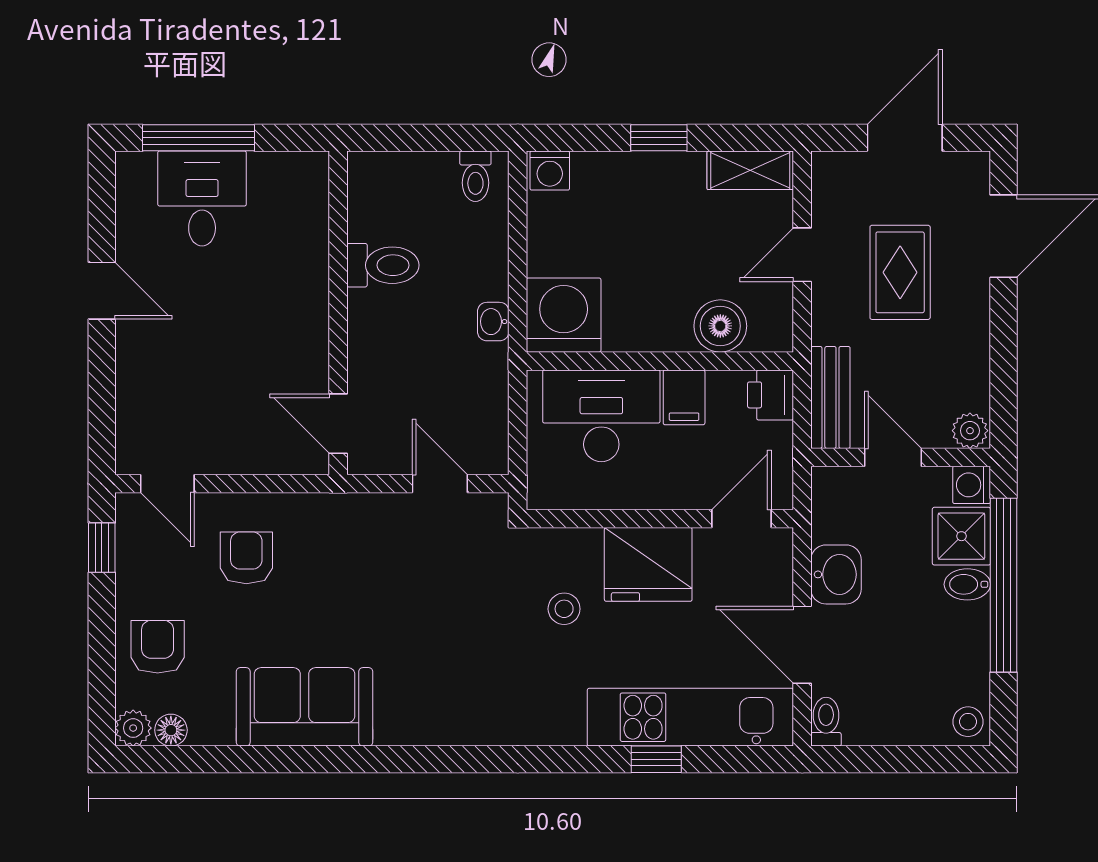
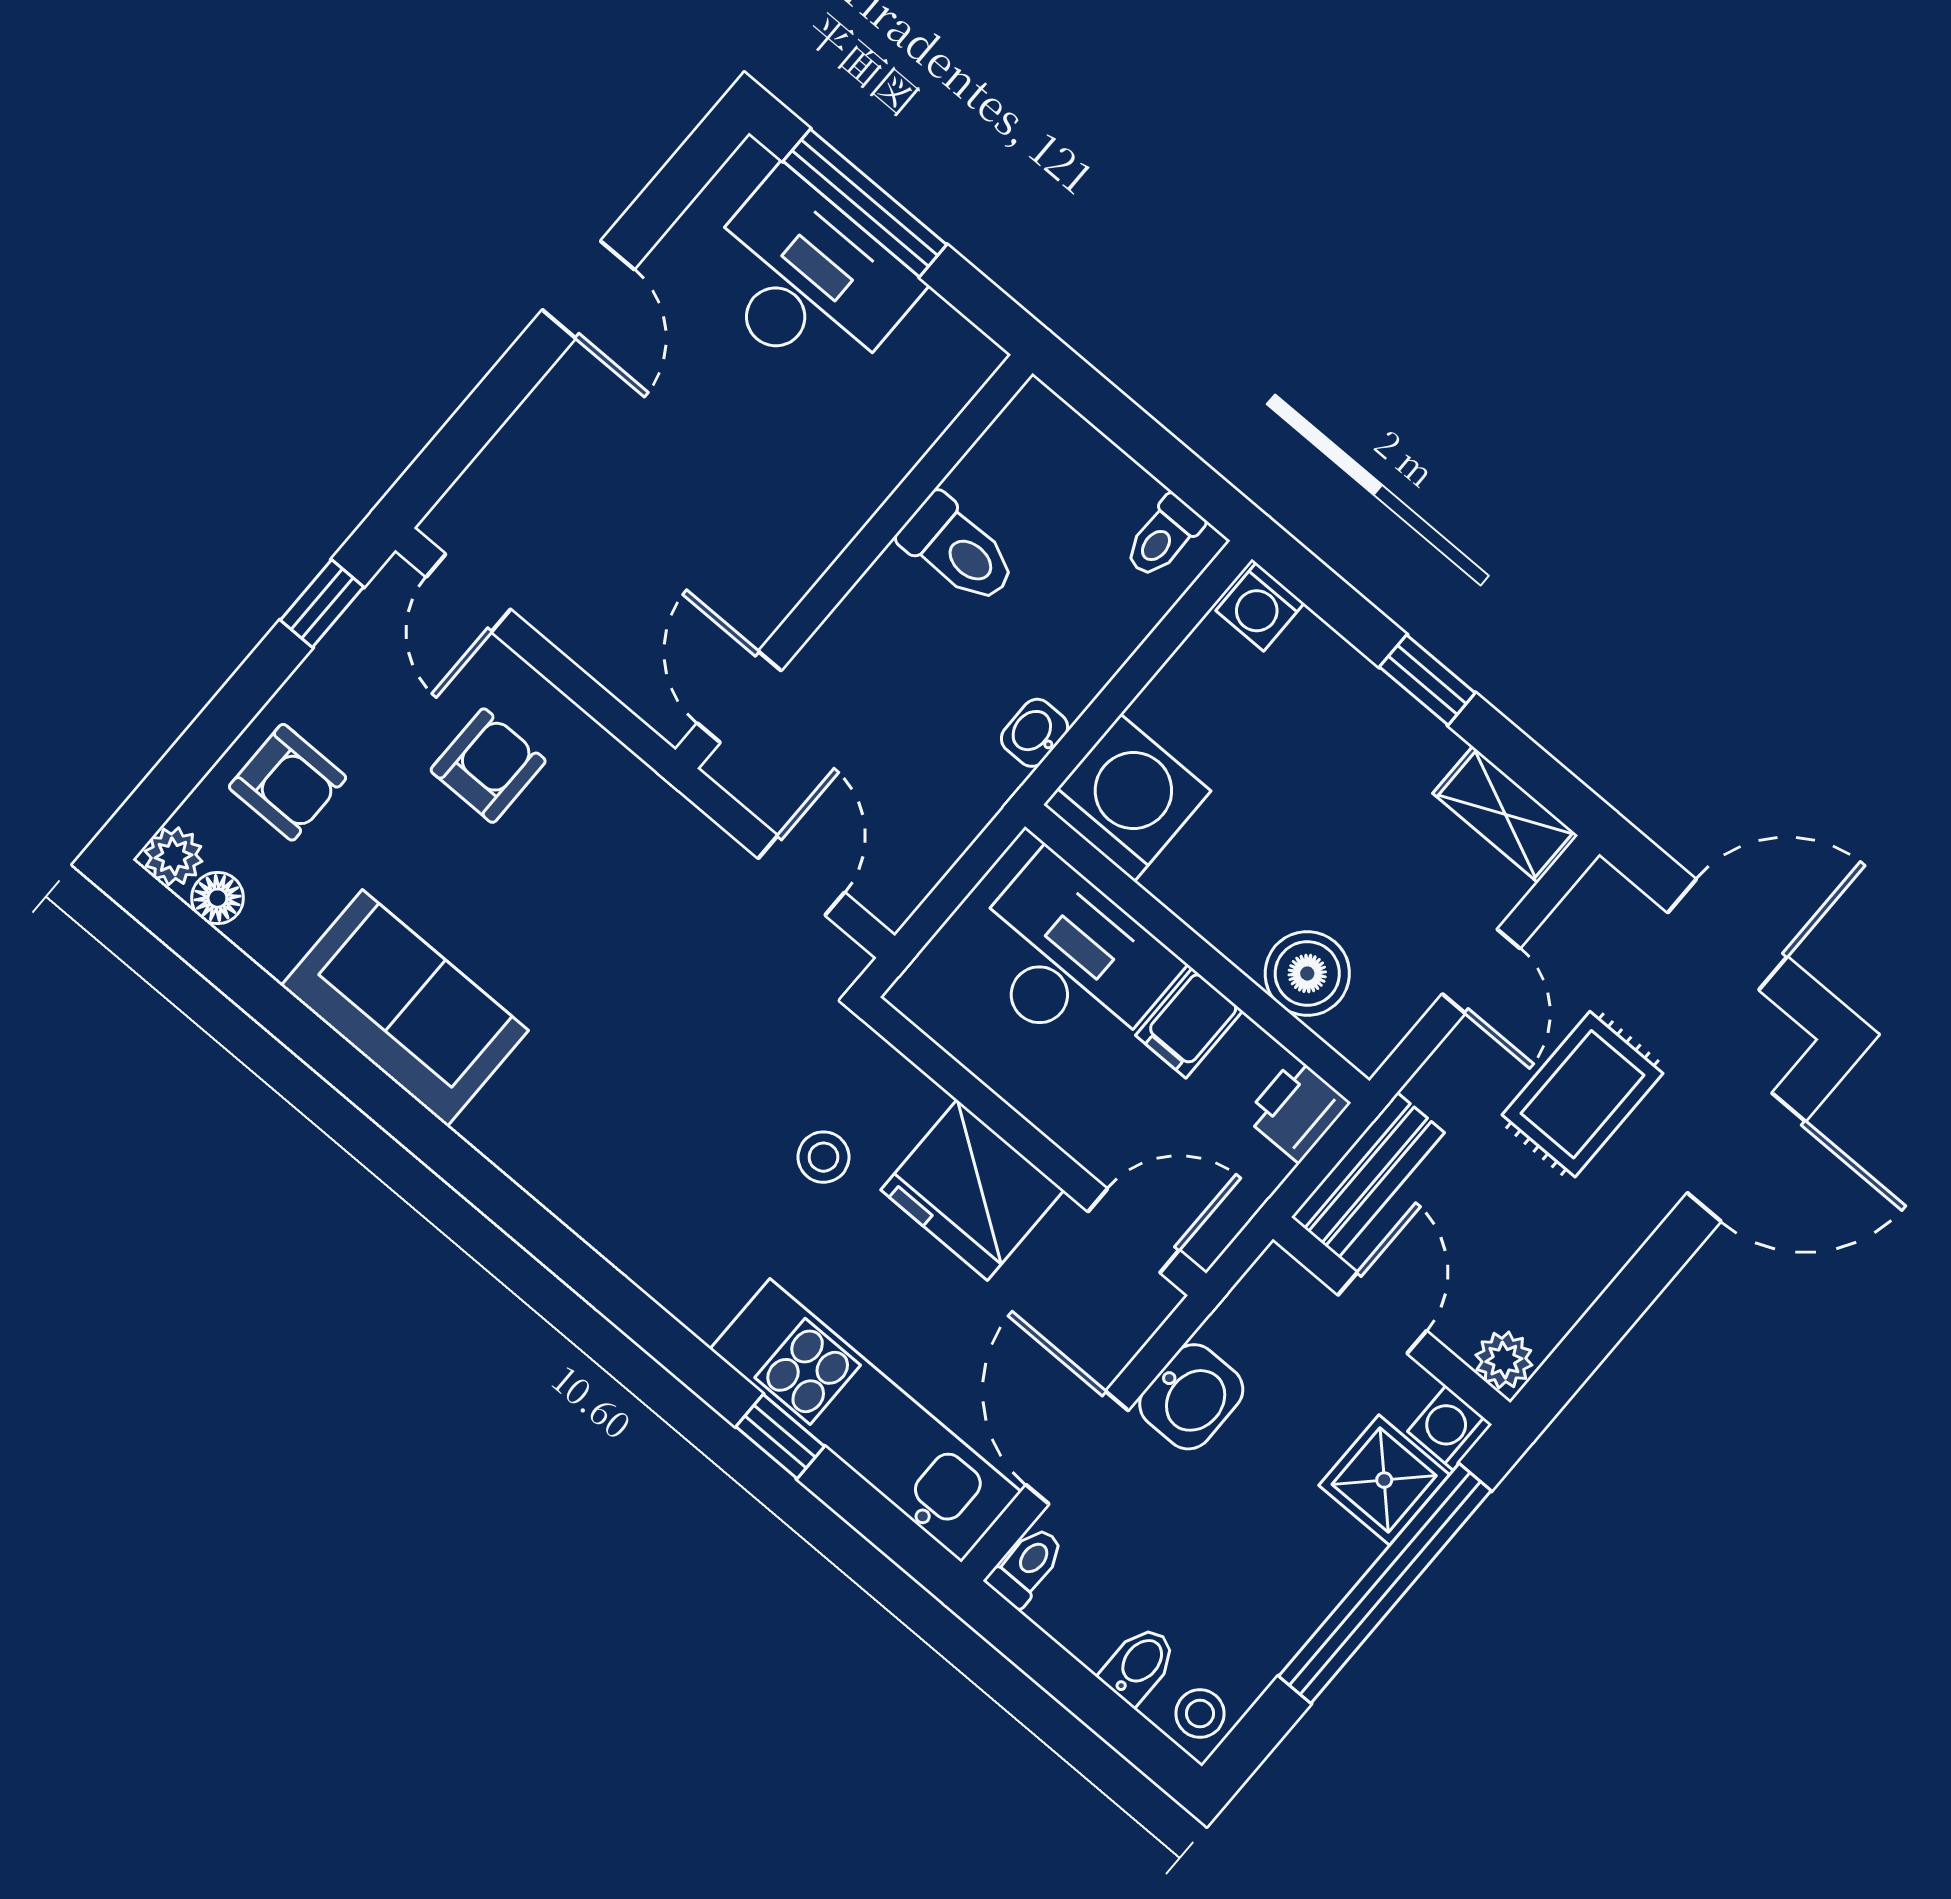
desk: (202, 198) -> (806, 281), width x1.37
door: (802, 255) -> (1481, 971), swing flipped
bidet: (967, 584) -> (1139, 1665), moved, turned 90
armchair: (158, 647) -> (287, 782), turned 90

